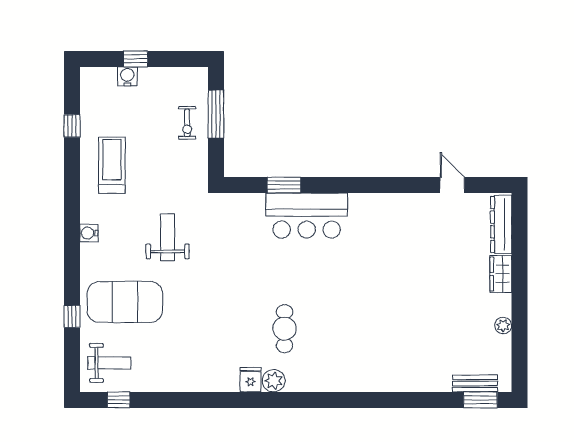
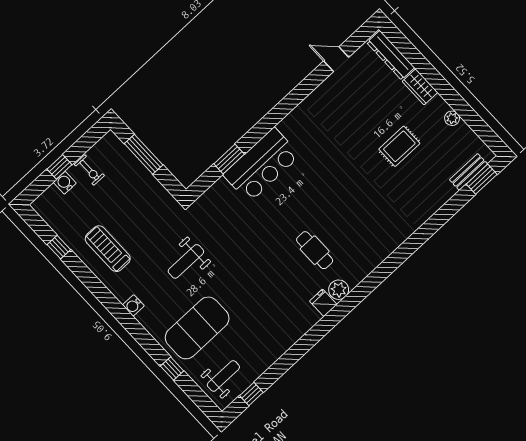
exercise bike: (187, 123) -> (89, 170), moved
weight bench: (168, 237) -> (186, 261), turned -90
rug: (437, 308) -> (399, 146), added

